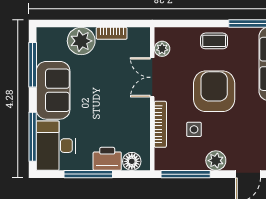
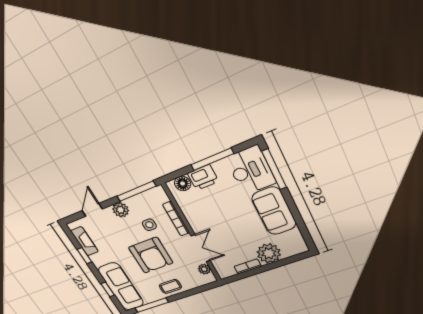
window: (33, 65) -> (300, 223), removed

